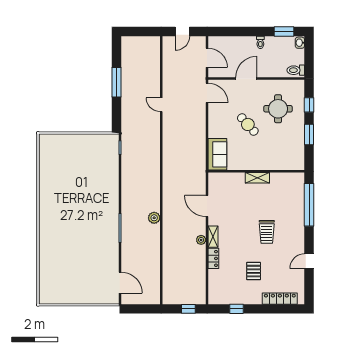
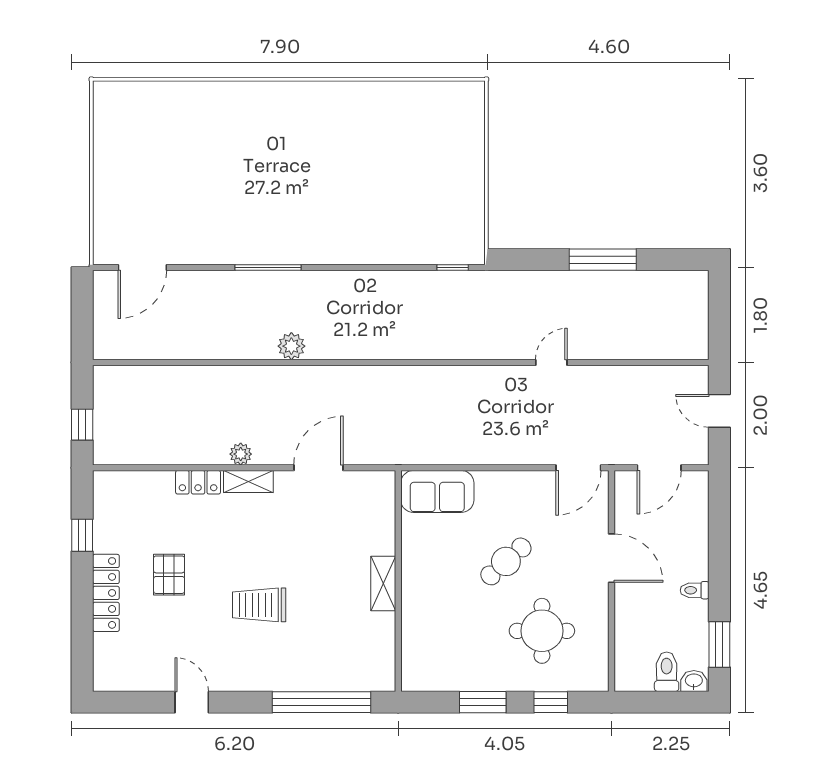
toilet: (296, 70) -> (667, 672), moved
pallet: (254, 271) -> (169, 575), turned 90
locker: (280, 299) -> (106, 593), moved

